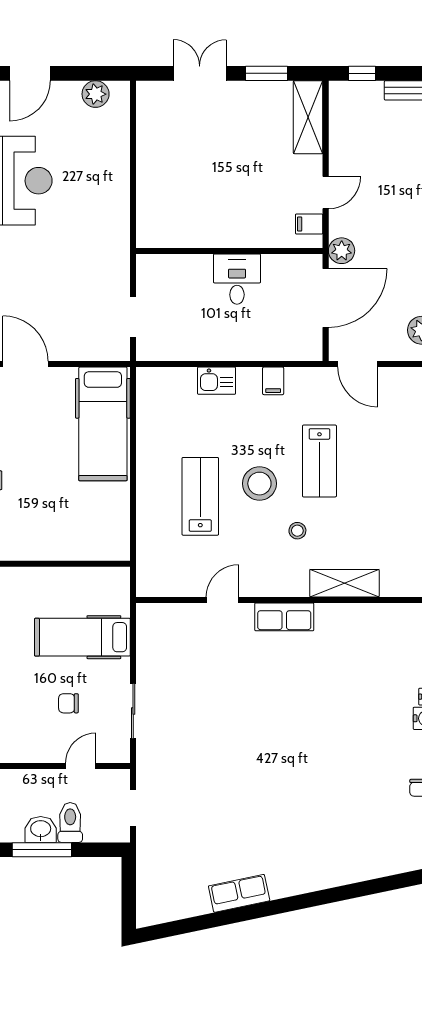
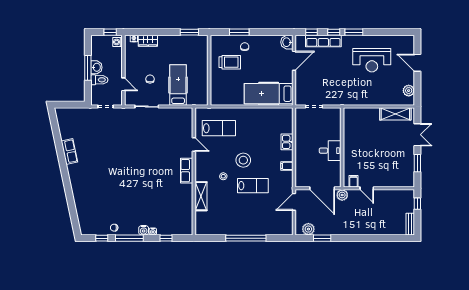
shelving: (308, 117) -> (395, 114), moved
lab bench: (319, 461) -> (253, 186), turned 180
lab bench: (200, 496) -> (219, 128), moved
trolley: (29, 516) -> (230, 62), added

